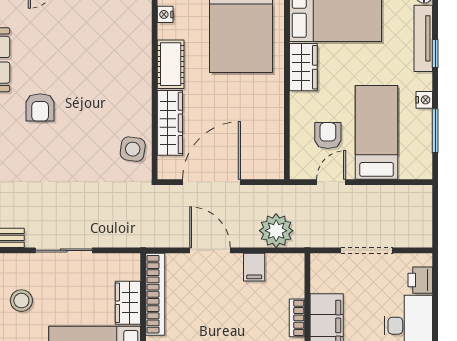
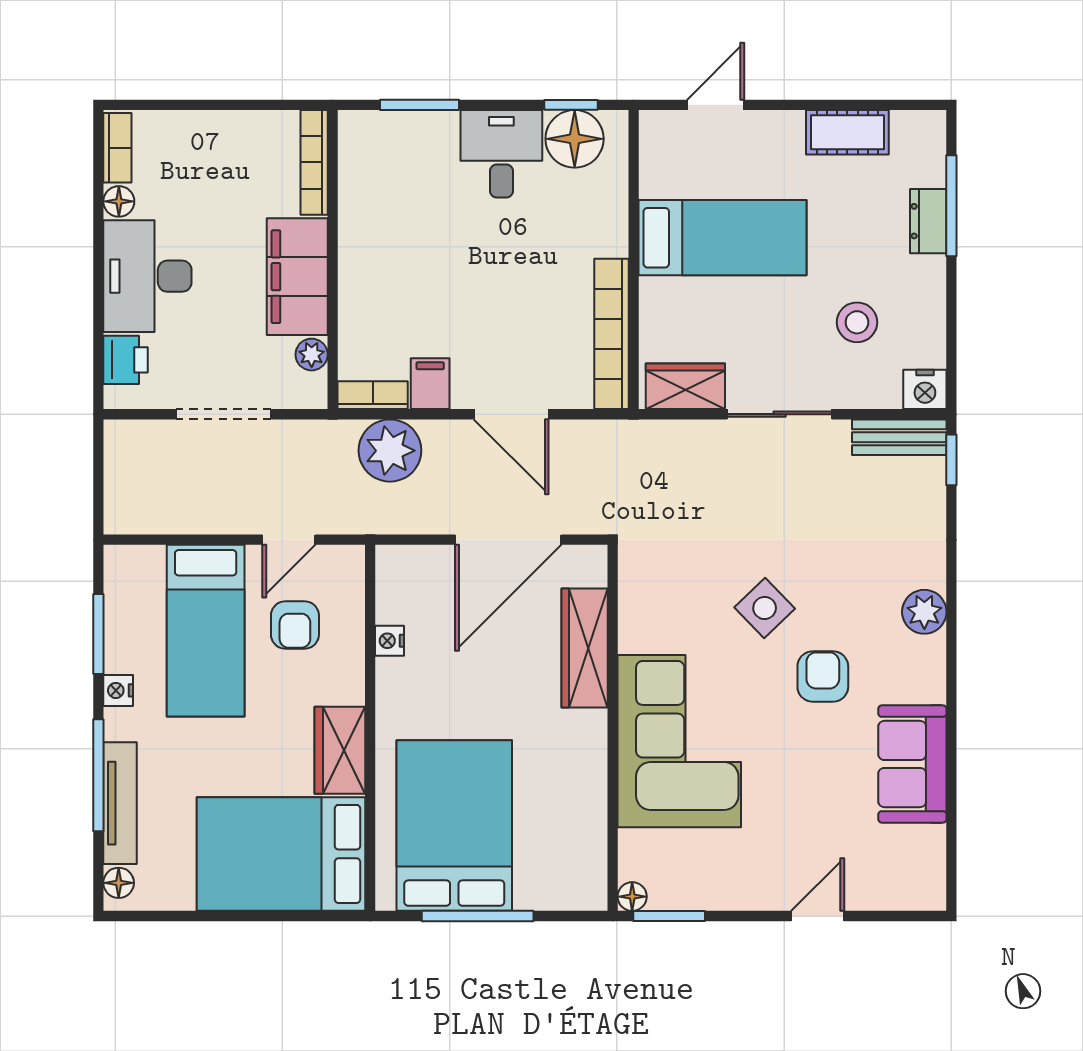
nightstand: (165, 14) -> (390, 641), moved, turned 180
window: (435, 54) -> (98, 775), width x2.17
cot: (171, 64) -> (583, 756), removed
corner sofa: (118, 72) -> (679, 741), added
side table: (133, 149) -> (765, 608), moved, turned 38
plant: (319, 283) -> (312, 355), added
wardrobe: (128, 303) -> (685, 386), moved, turned -90
bookcase: (297, 318) -> (373, 395), moved, turned -90

